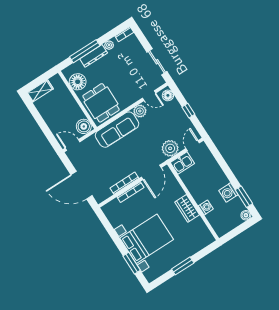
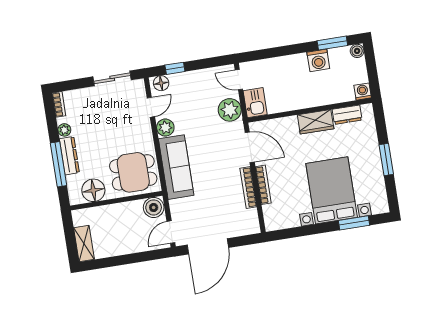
window: (188, 111) -> (175, 68), moved
door: (81, 185) -> (208, 246), moved
washing machine: (206, 207) -> (363, 92), moved
dresser: (201, 227) -> (347, 115), added

